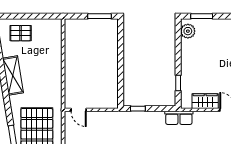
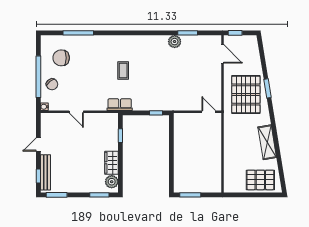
pallet: (21, 33) -> (260, 180), width x1.50, depth x1.42
wardrobe: (205, 101) -> (111, 163), moved, turned 90

